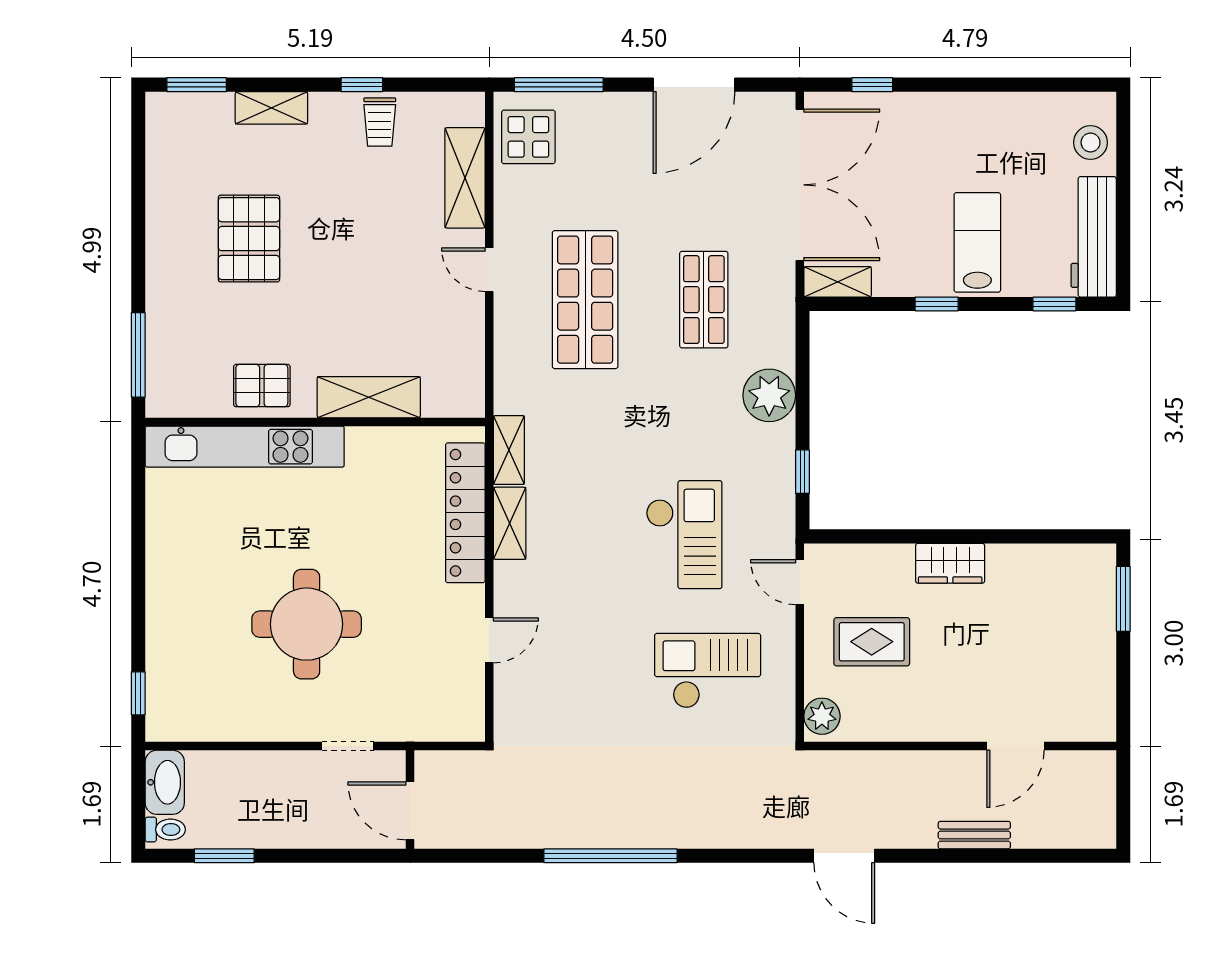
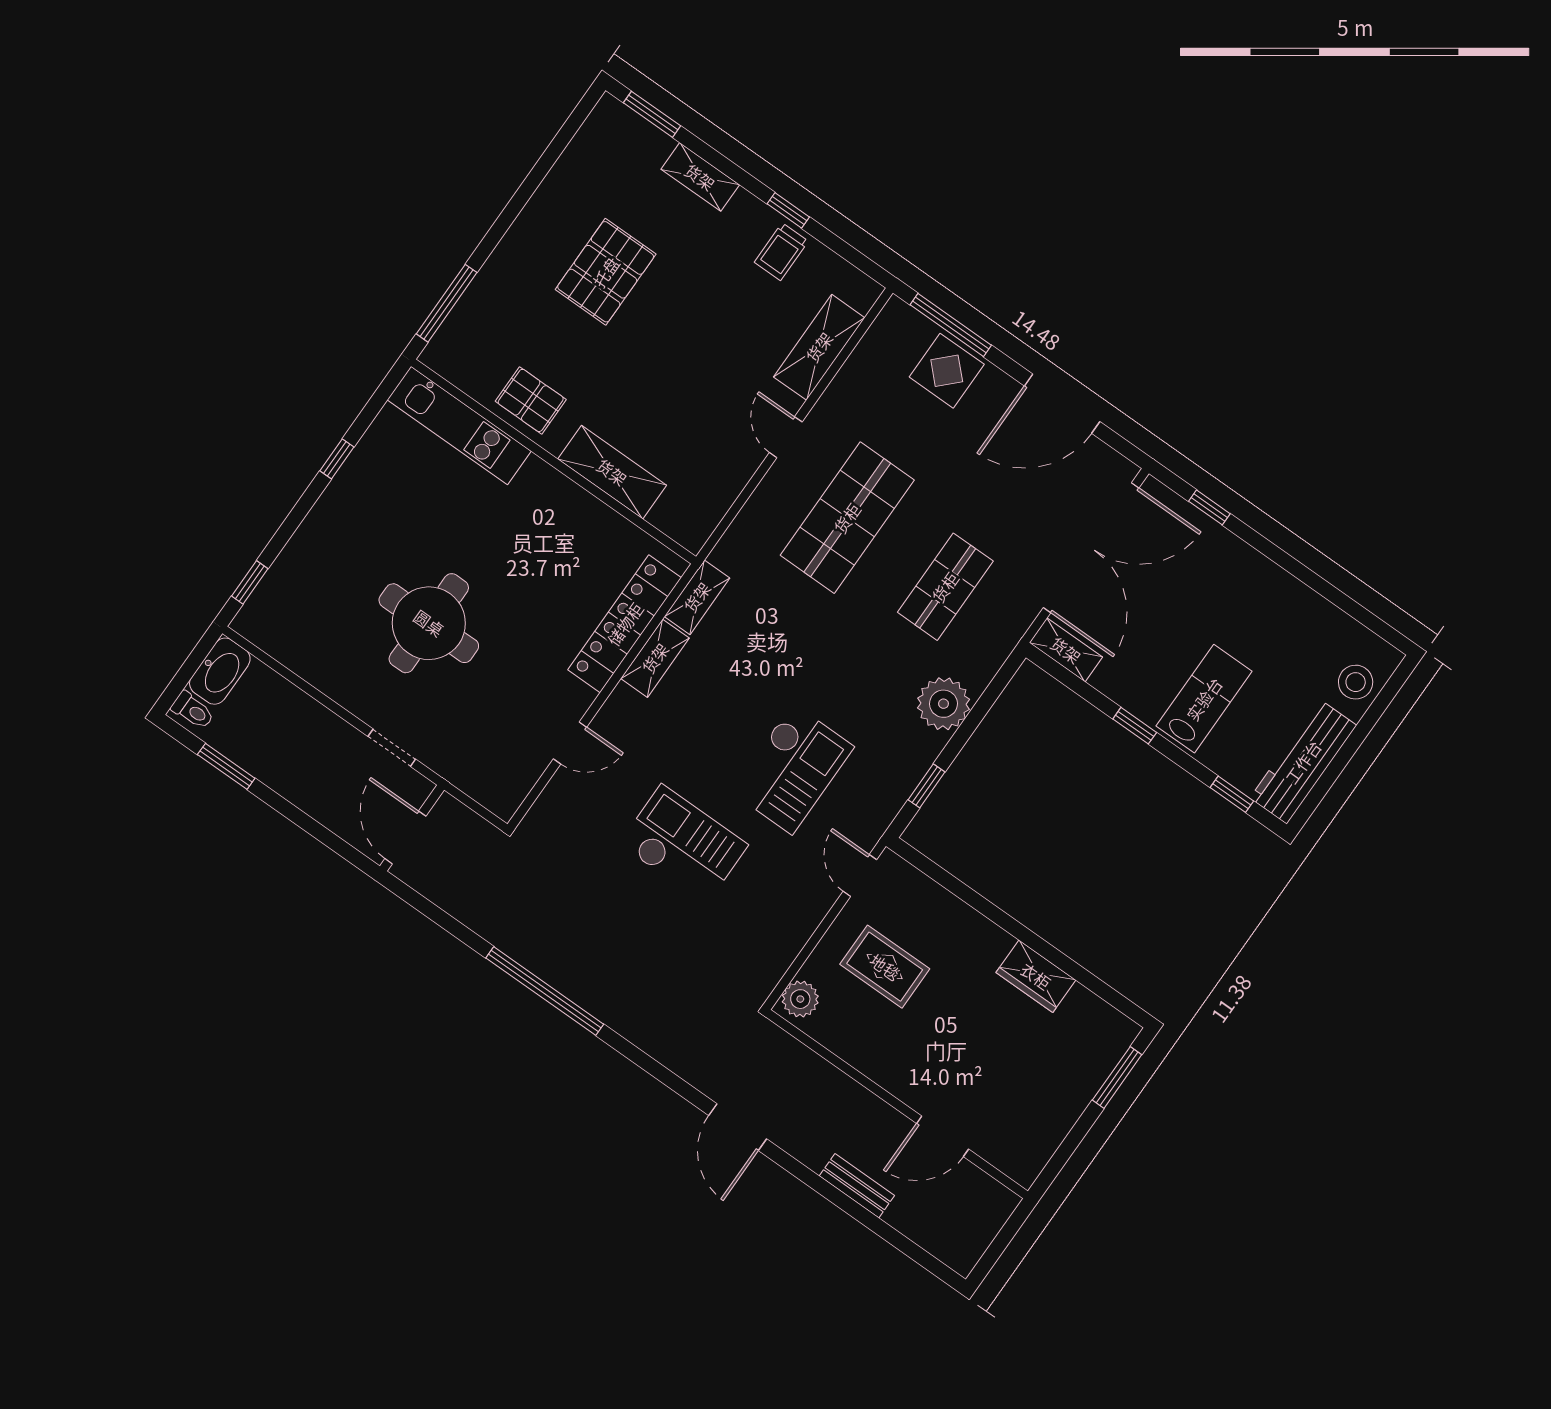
display table: (528, 137) -> (947, 371), moved
kitchen unit: (245, 447) -> (459, 425), width x0.73
window: (138, 543) -> (337, 459), added
wardrobe: (950, 563) -> (1036, 976), moved
checkout: (708, 671) -> (684, 845), moved

